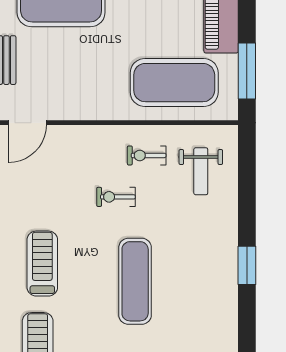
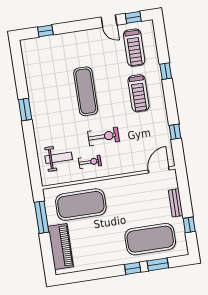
weight bench: (201, 171) -> (59, 158), turned 90
exercise bike: (116, 197) -> (103, 136), width x1.38, depth x1.39

